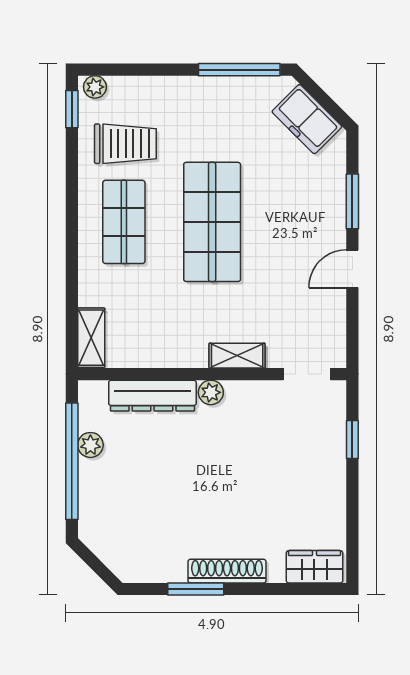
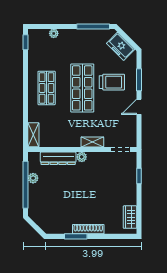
plant: (95, 87) -> (54, 33), moved
trolley: (125, 144) -> (112, 82), moved
wardrobe: (314, 567) -> (130, 217), moved, turned -90

